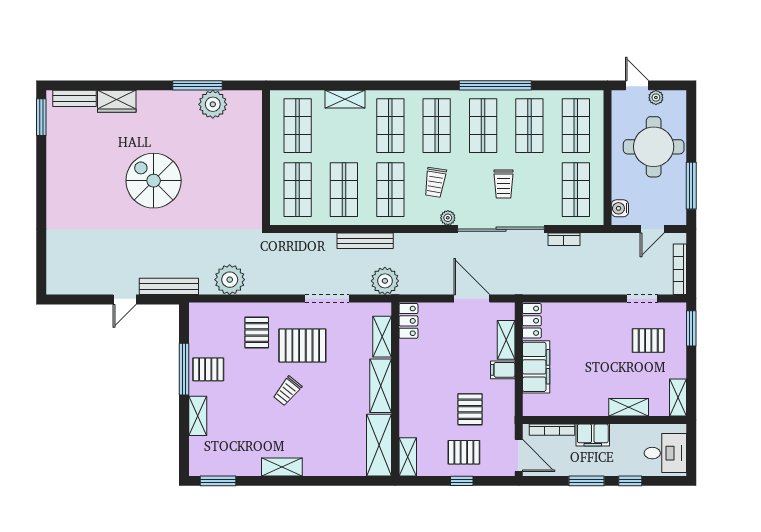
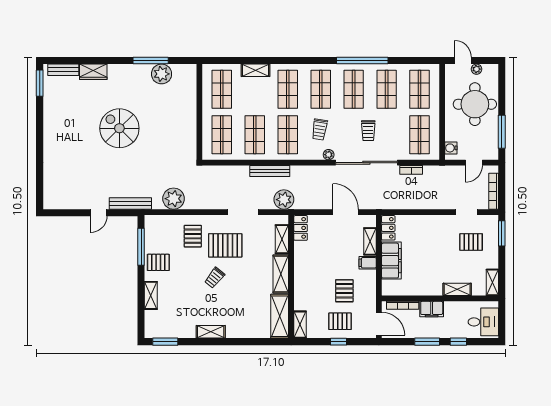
window: (184, 369) -> (141, 247), moved

